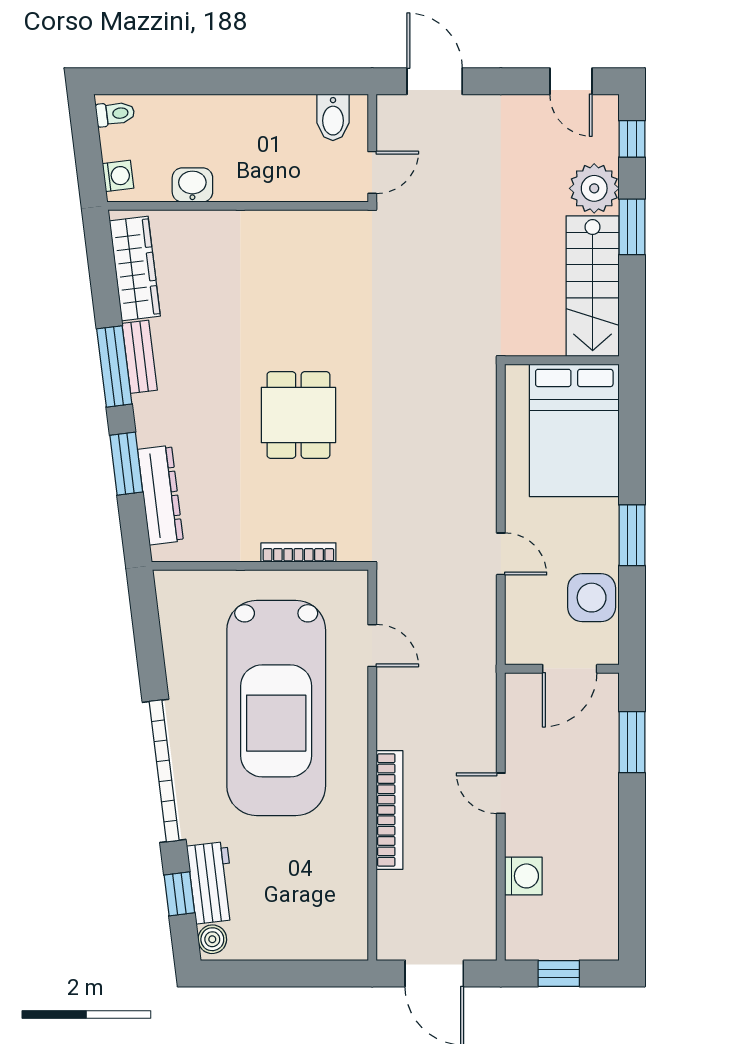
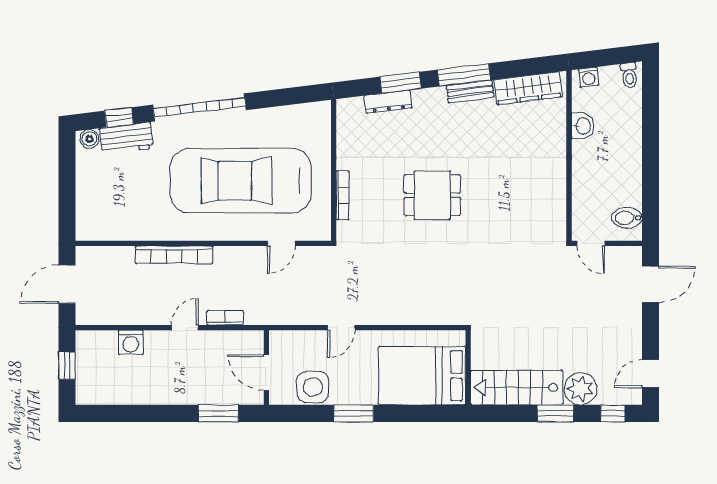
dresser: (160, 495) -> (388, 102), width x0.73, depth x0.80
bookcase: (486, 732) -> (225, 318), added

